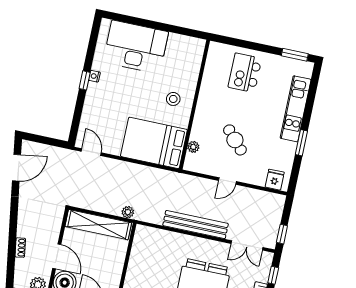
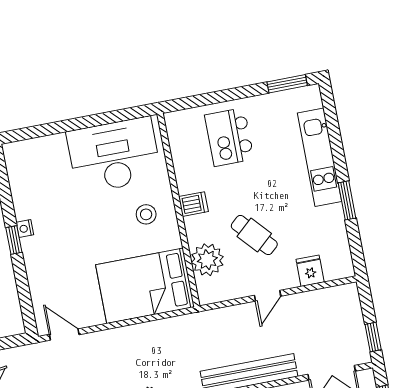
desk: (136, 47) -> (114, 155), moved
dishwasher: (205, 105) -> (193, 204), added
plant: (193, 147) -> (207, 260), width x1.88, depth x1.88
fridge: (275, 180) -> (310, 271), moved

